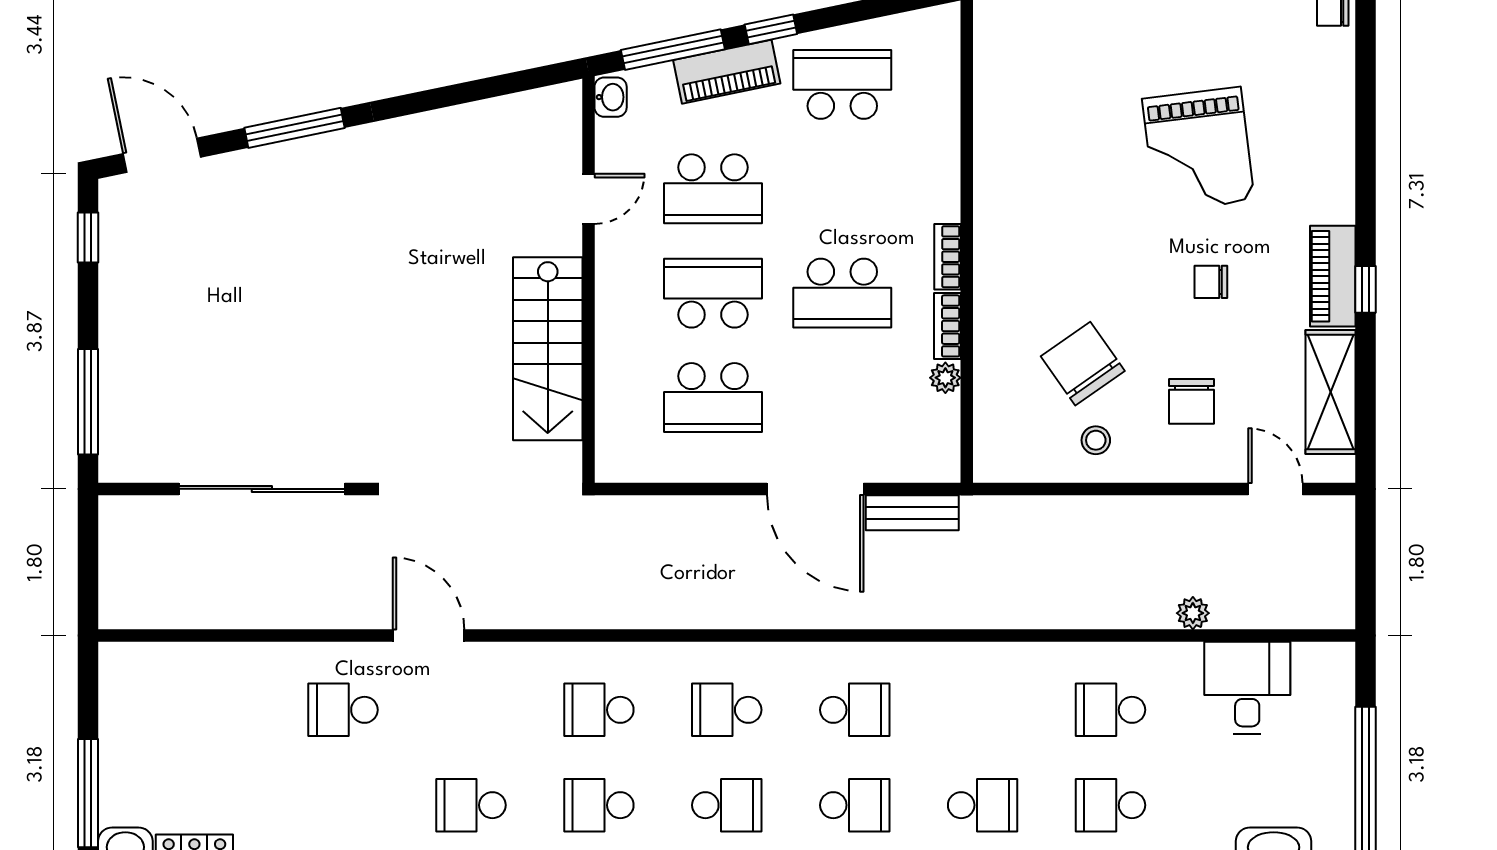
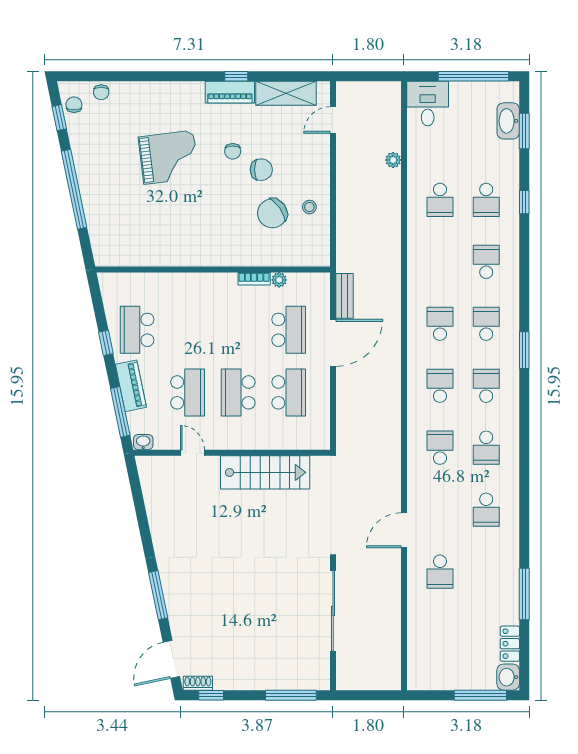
window: (771, 29) -> (106, 343), moved
shoe rack: (113, 210) -> (198, 683), added
bookcase: (948, 257) -> (220, 279), removed
school desk: (842, 293) -> (289, 330), moved
chair: (1191, 401) -> (261, 170), moved
desk: (1247, 688) -> (428, 104), moved, turned 90
school desk: (599, 710) -> (440, 448), turned 180
school desk: (727, 710) -> (440, 386), turned 180

